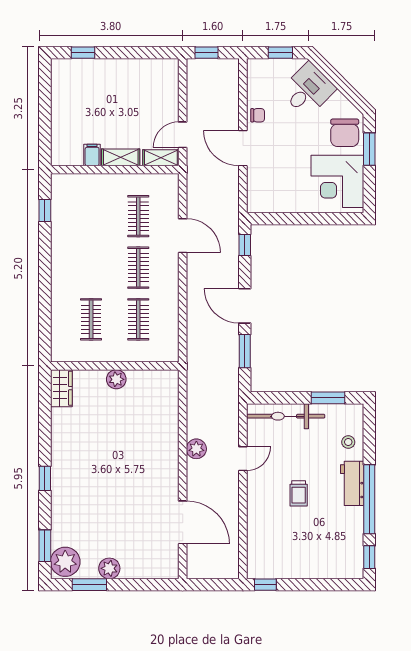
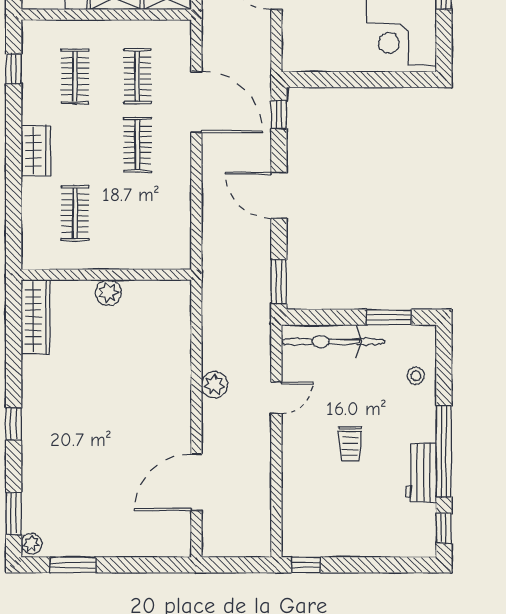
door: (183, 236) -> (196, 102), width x1.36
wardrobe: (61, 272) -> (36, 151), added
clothes rail: (138, 319) -> (75, 76), moved
window: (245, 351) -> (279, 282), moved
wardrobe: (61, 388) -> (36, 317), width x1.50
workbench: (352, 483) -> (421, 473), moved
door: (183, 522) -> (196, 482), swing flipped
plant: (65, 562) -> (32, 544), width x0.53, depth x0.53
plant: (109, 568) -> (99, 543), removed

